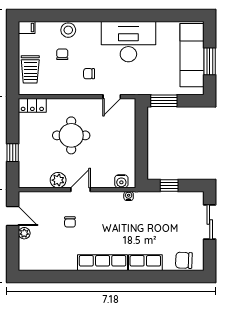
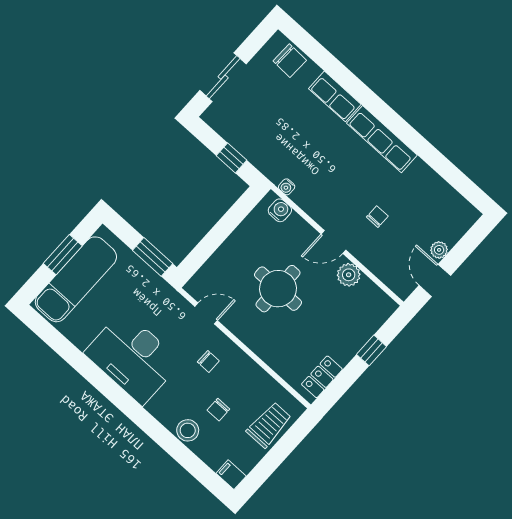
locker: (32, 105) -> (322, 377), moved, turned -90
round table: (71, 135) -> (278, 289), moved

